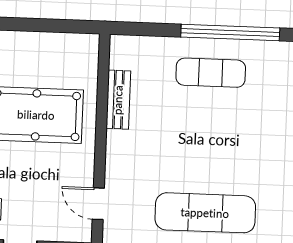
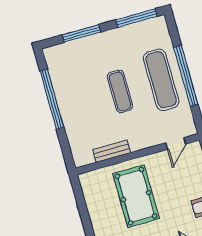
exercise mat: (211, 73) -> (120, 91), moved

